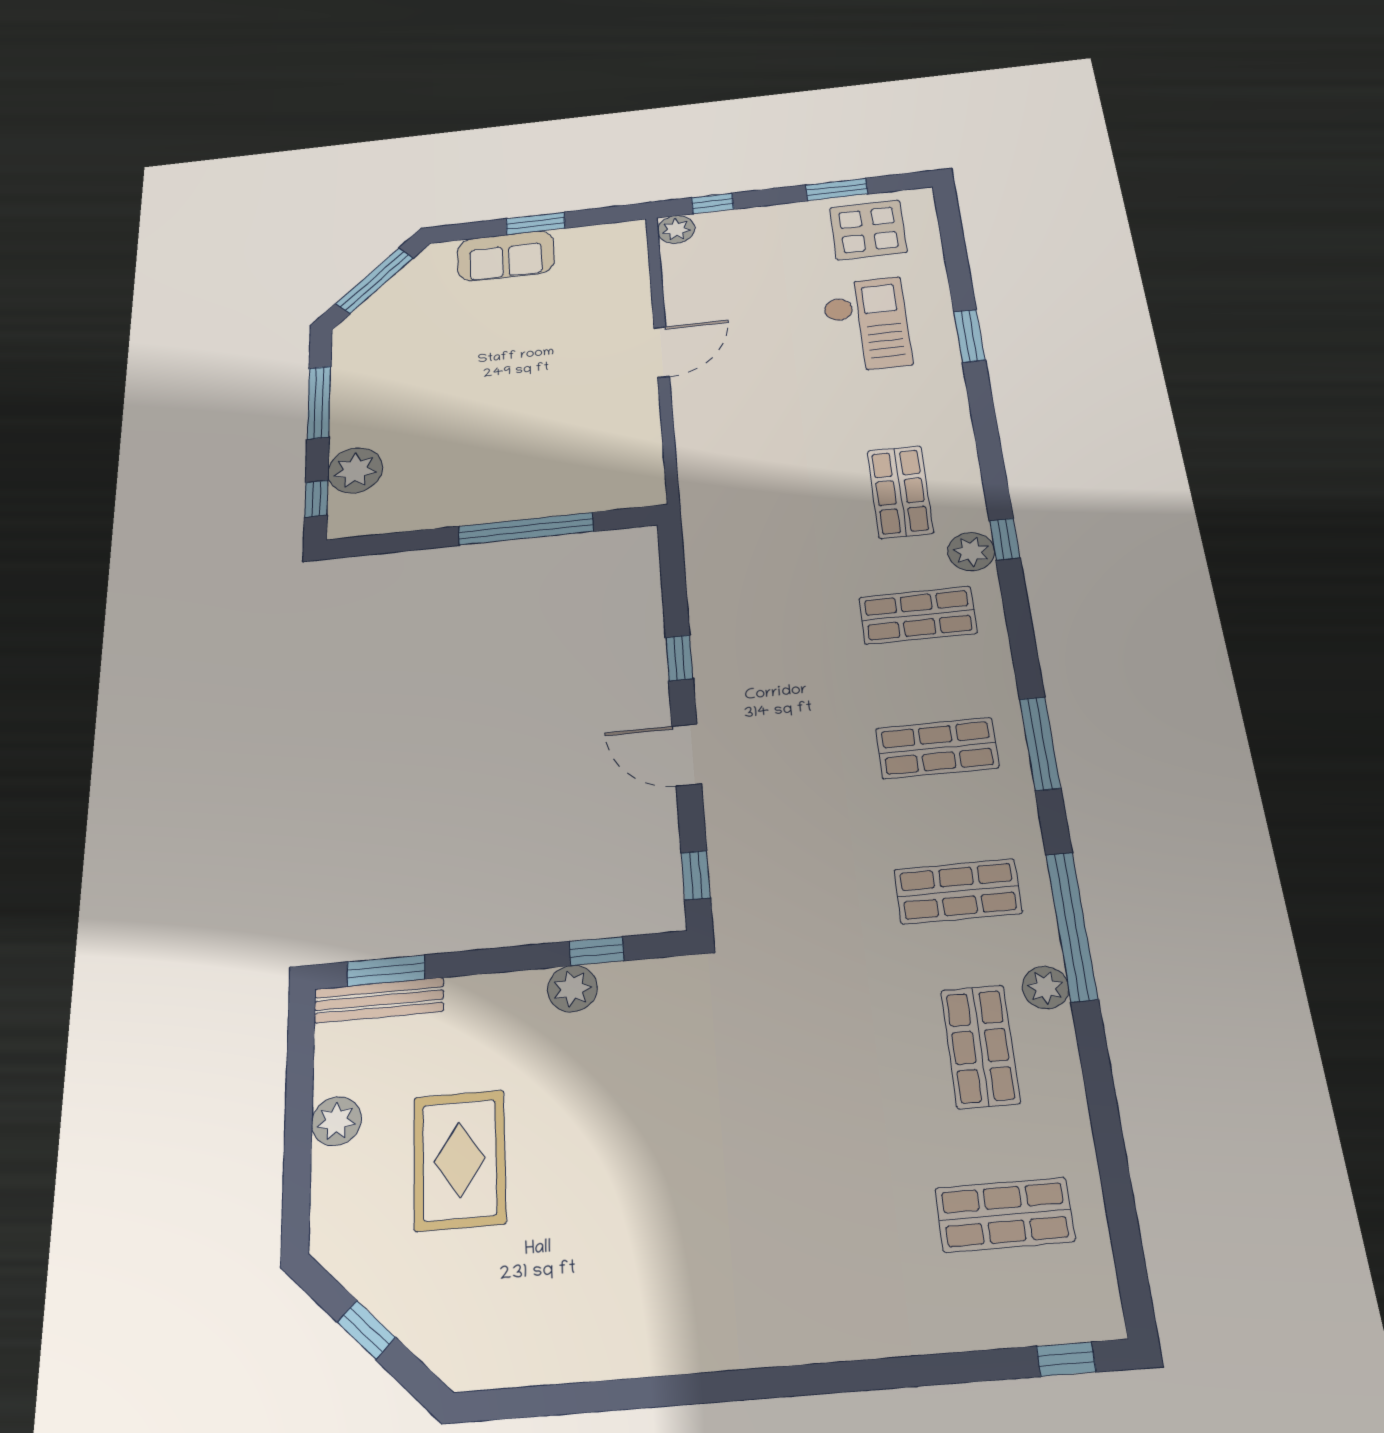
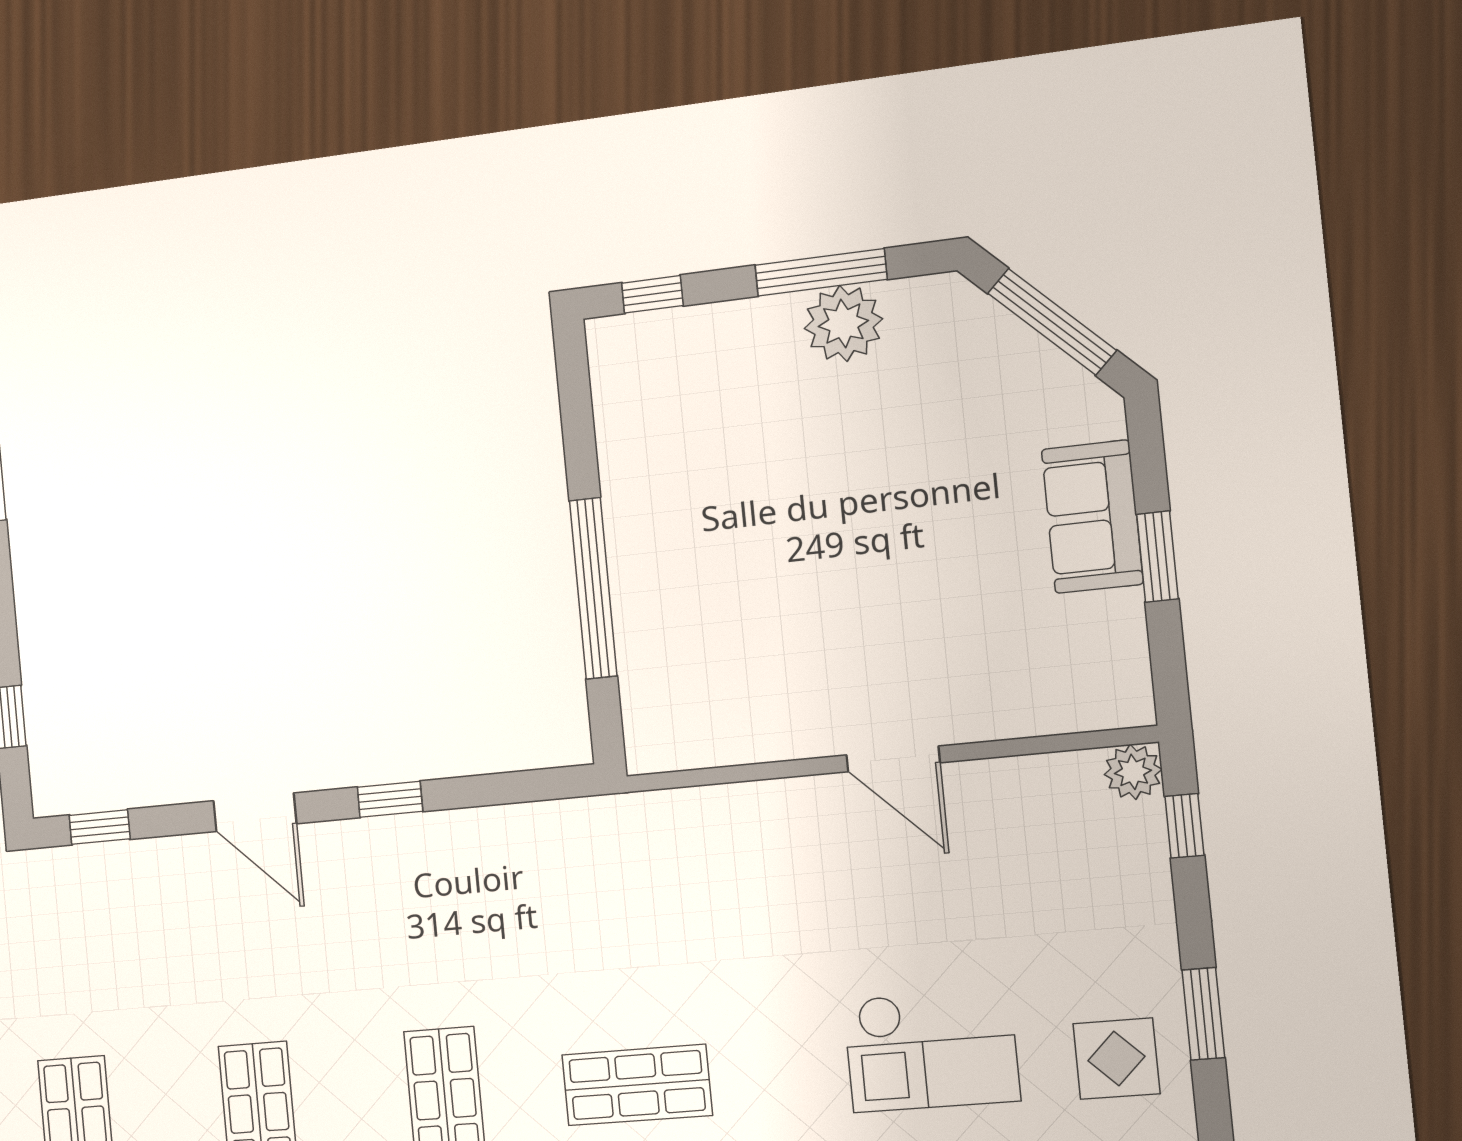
display table: (868, 230) -> (1116, 1059), width x0.73, depth x0.73
plant: (355, 470) -> (843, 324), moved
door: (687, 755) -> (255, 812), swing flipped

